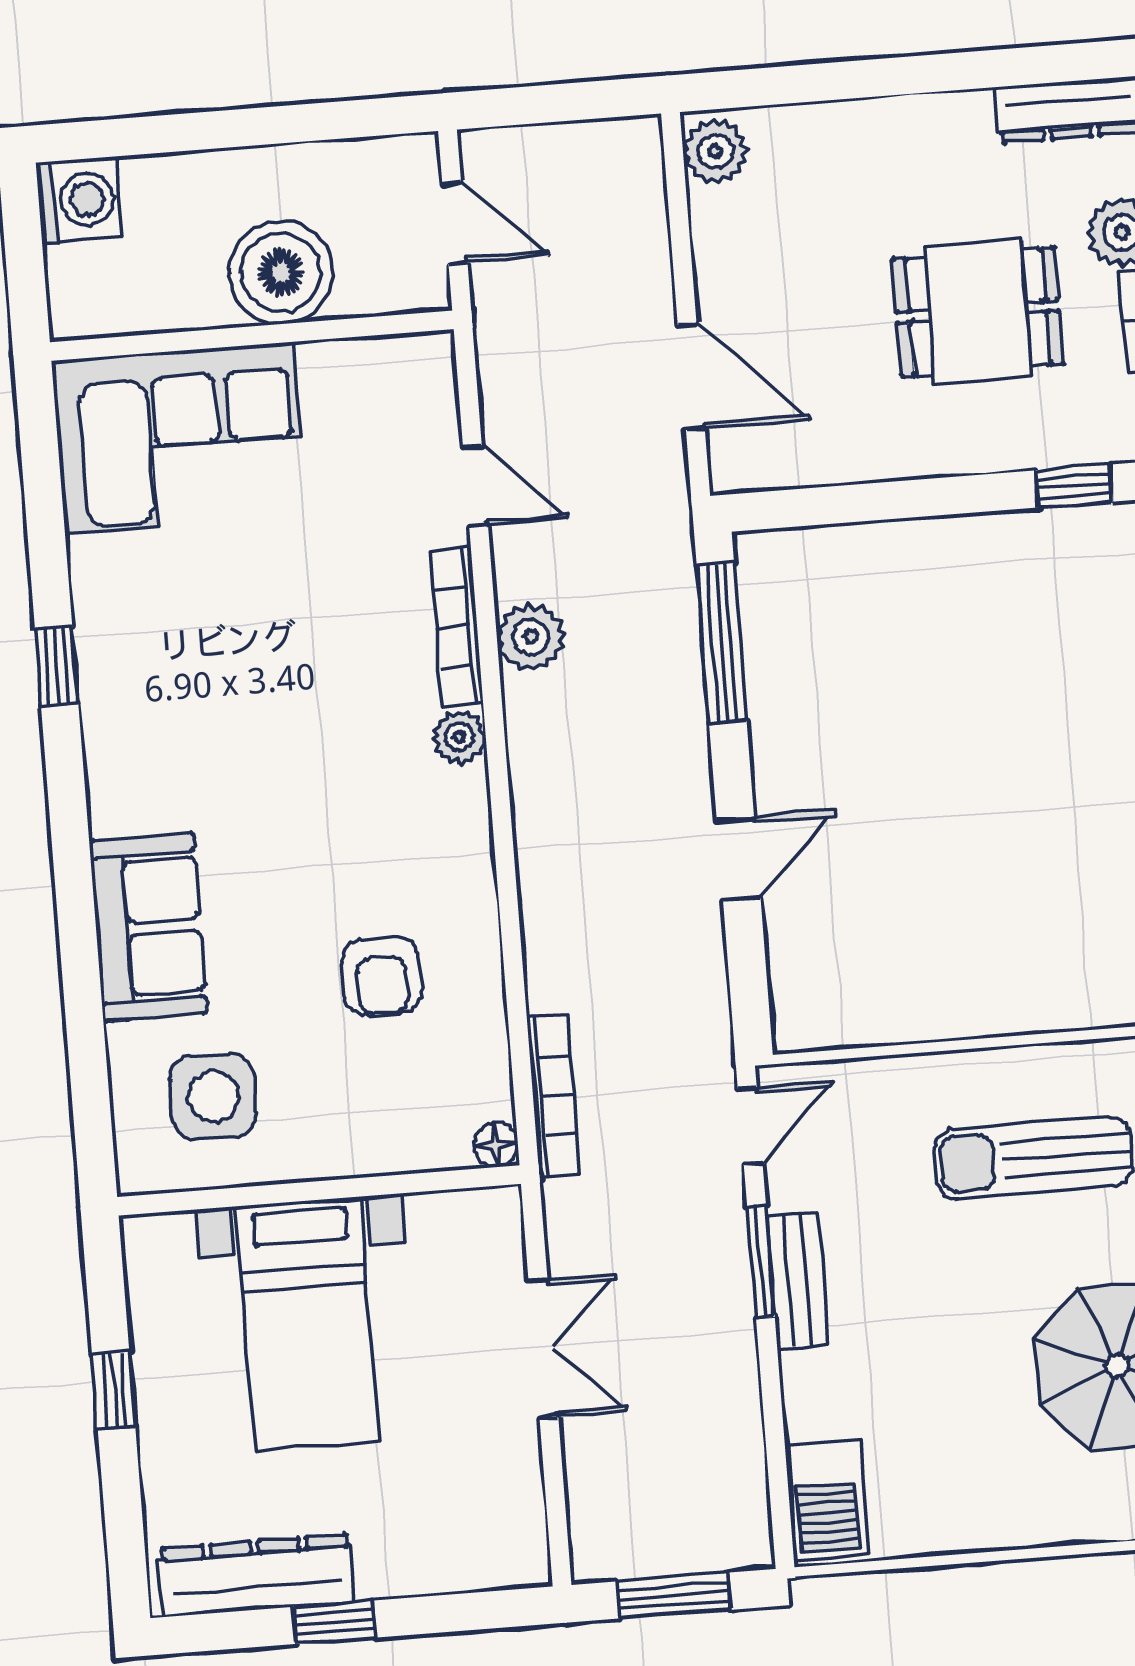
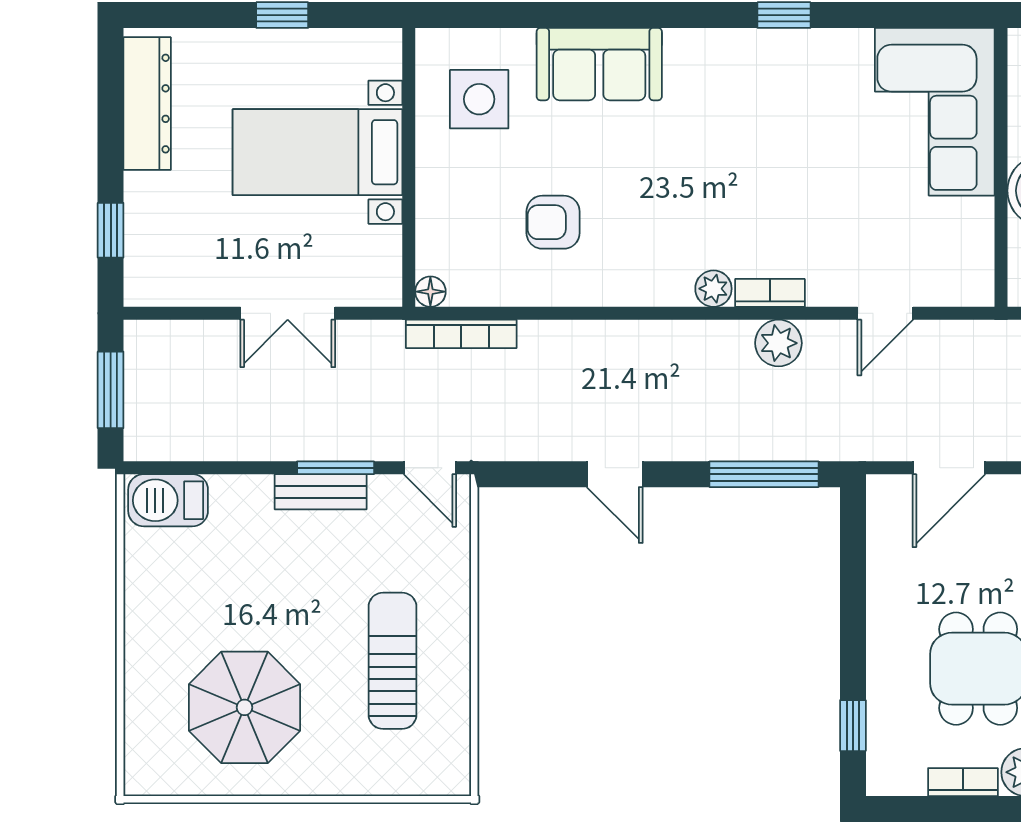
bookcase: (457, 627) -> (770, 293), width x0.64
window: (334, 1622) -> (111, 230), moved

